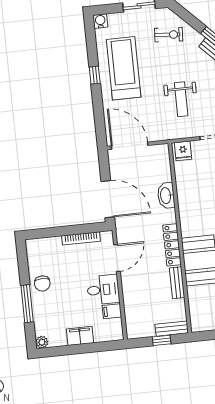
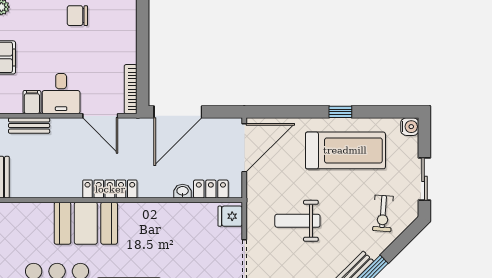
locker: (164, 168) -> (211, 189), added
washbasin: (166, 196) -> (183, 191), width x0.52, depth x0.69
bookcase: (81, 238) -> (131, 89), moved
bench: (177, 283) -> (29, 126), moved

